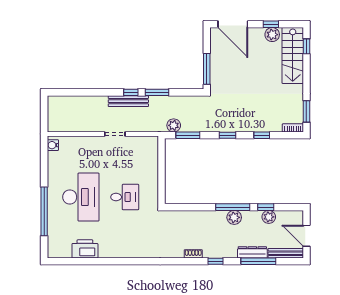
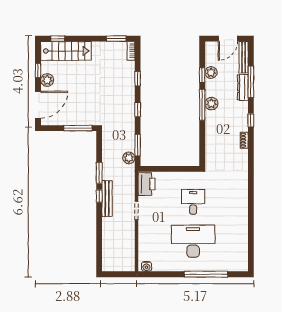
plant: (272, 35) -> (47, 80), moved
printer: (85, 249) -> (146, 184), moved, turned 180

